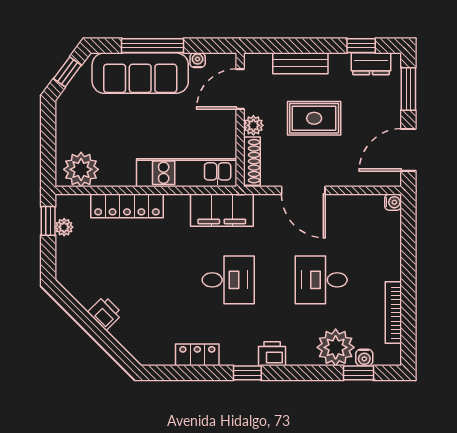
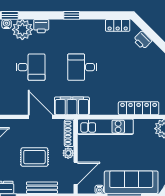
filing cabinet: (222, 210) -> (72, 106), moved
printer: (105, 313) -> (142, 40), moved
printer: (272, 354) -> (41, 26), moved
locker: (197, 355) -> (118, 25), moved

